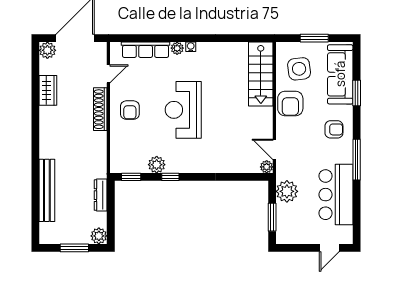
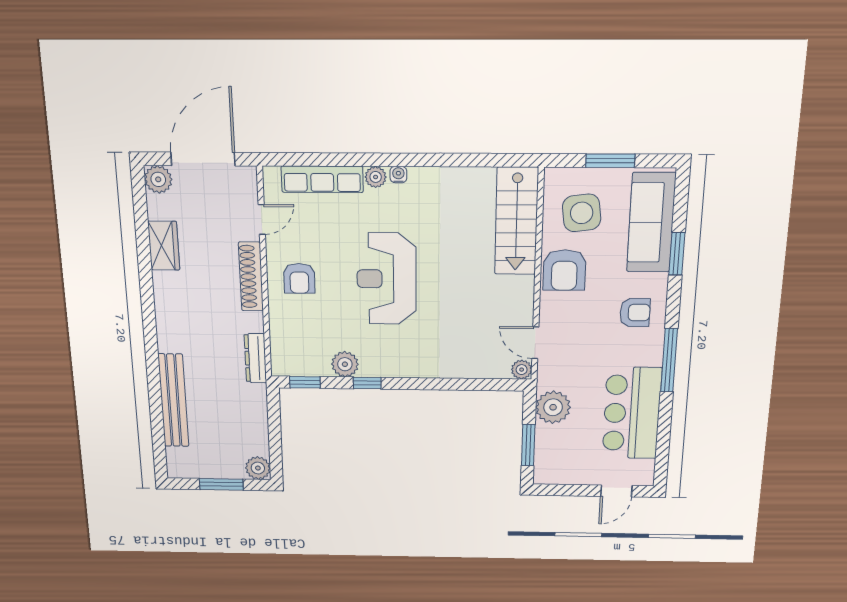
dresser: (101, 195) -> (255, 358), moved

